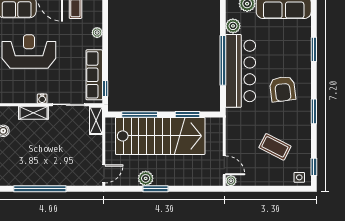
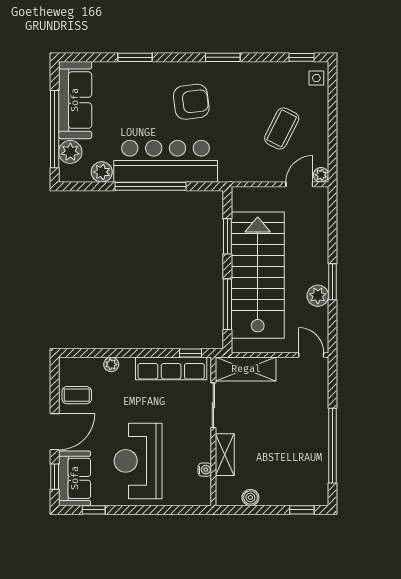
water cooler: (42, 99) -> (205, 470), moved
shelving: (96, 120) -> (246, 369), width x1.50, depth x1.33
coffee table: (275, 147) -> (282, 128), moved

